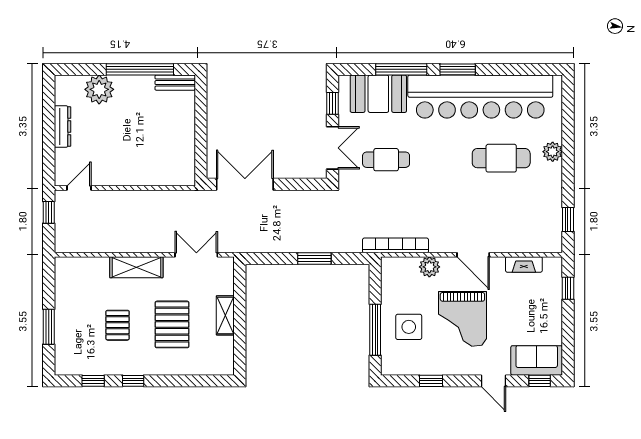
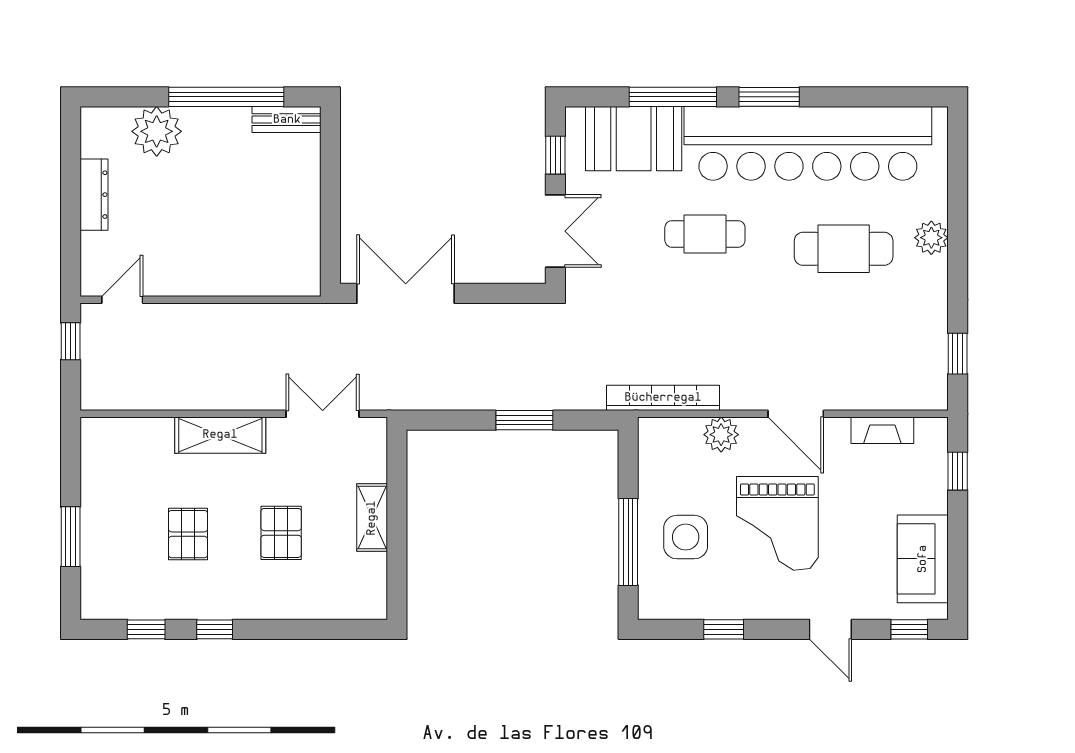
cafe table: (386, 160) -> (705, 234), moved
pallet: (172, 324) -> (281, 533), width x0.67, depth x0.71
sofa: (537, 360) -> (923, 559), moved, turned -90

